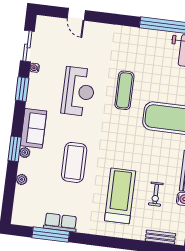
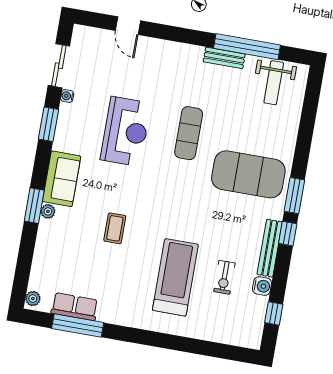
coffee table: (74, 162) -> (115, 228), width x0.54, depth x0.58
plant: (22, 179) -> (33, 299), moved
row of seats: (60, 223) -> (75, 307), moved
bench: (160, 237) -> (224, 58), moved

